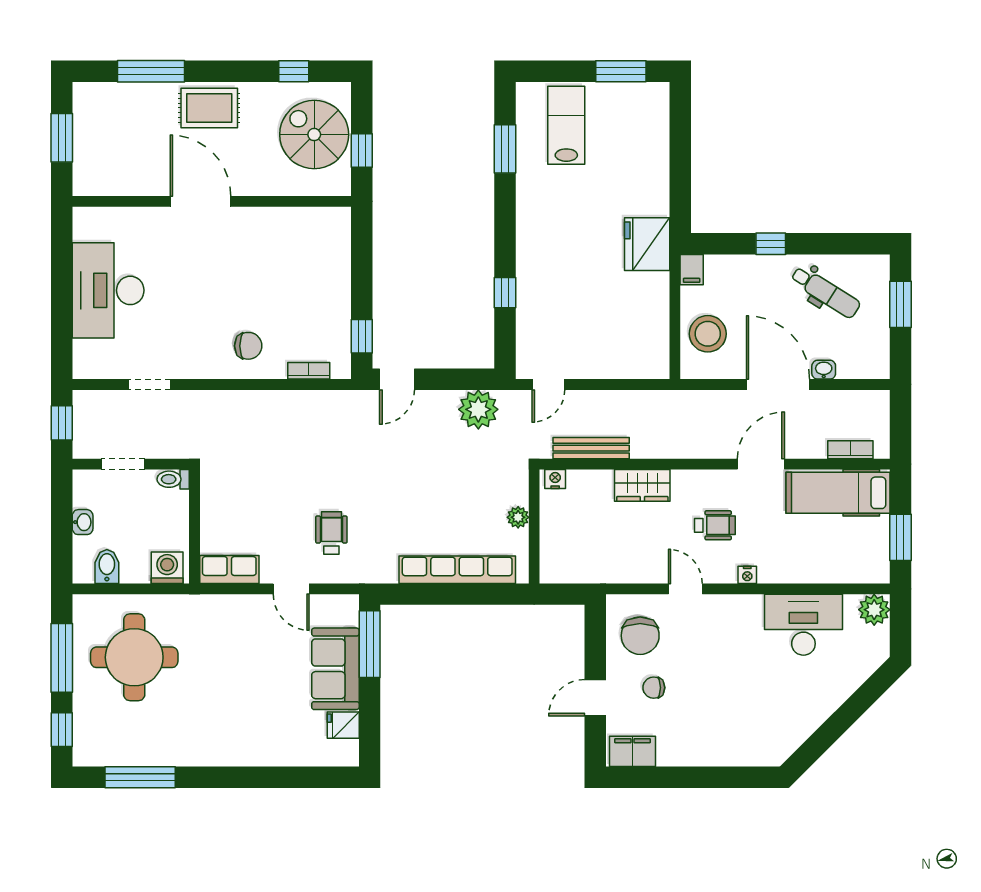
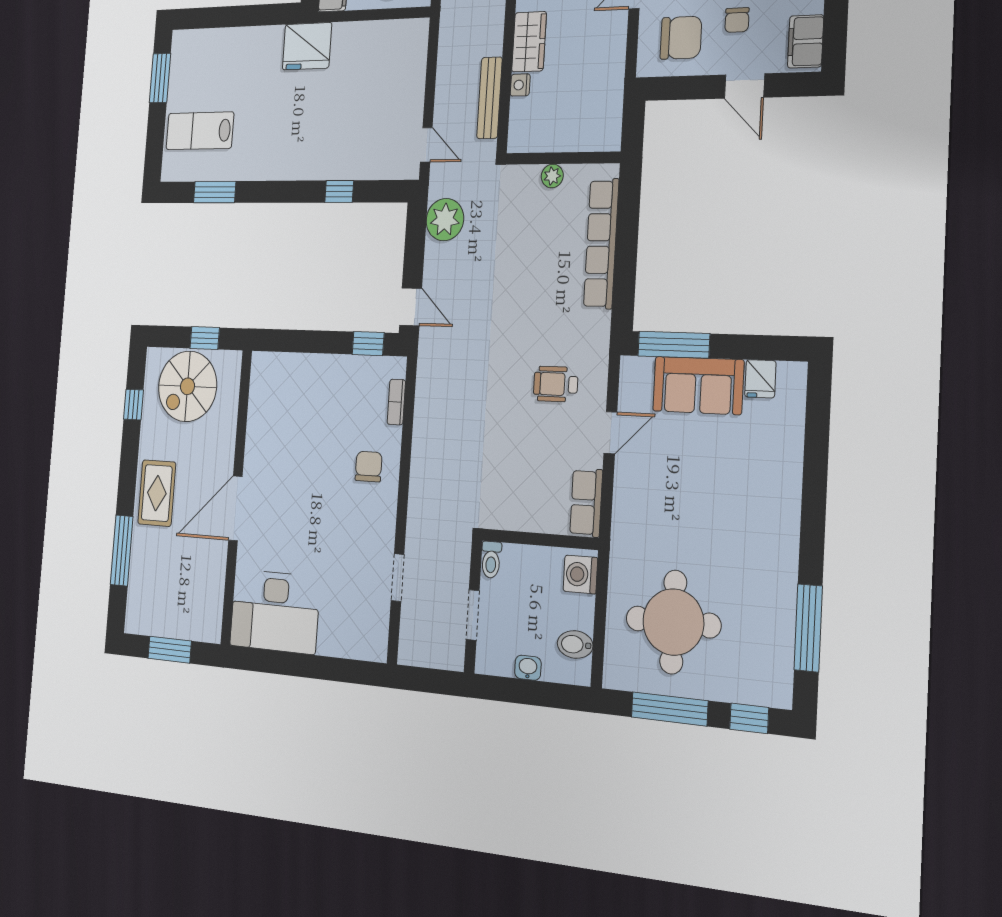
desk: (108, 290) -> (275, 611), moved
window: (62, 423) -> (428, 680), removed
nightstand: (555, 479) -> (520, 85), moved

